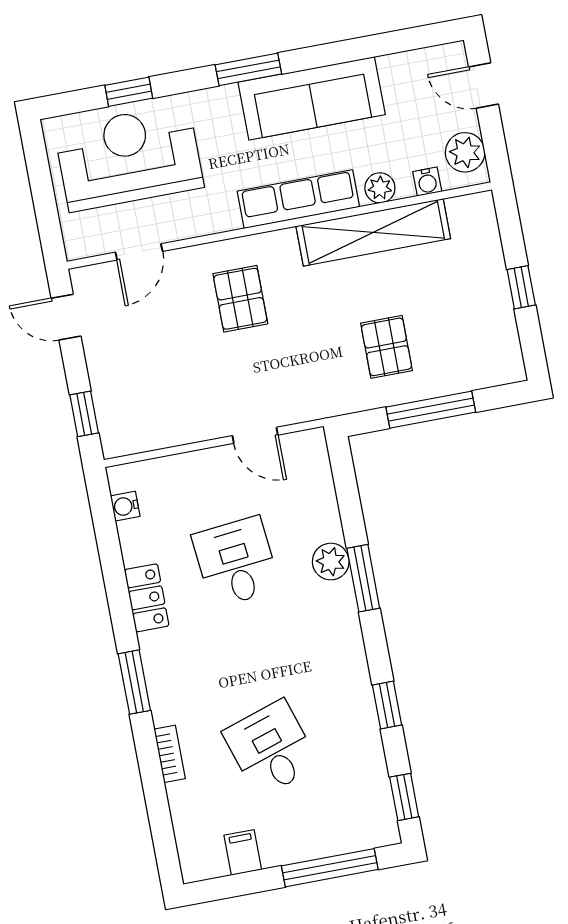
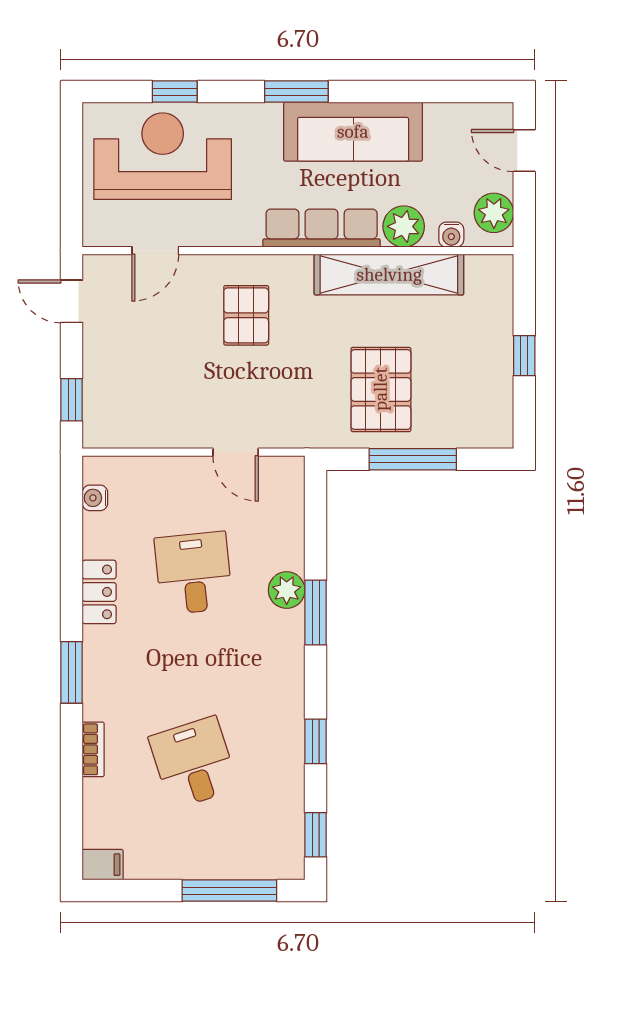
plant: (380, 188) -> (404, 226), width x1.38, depth x1.38
pallet: (387, 347) -> (381, 389), width x1.50, depth x1.42
filing cabinet: (243, 852) -> (103, 865), moved, turned 90

